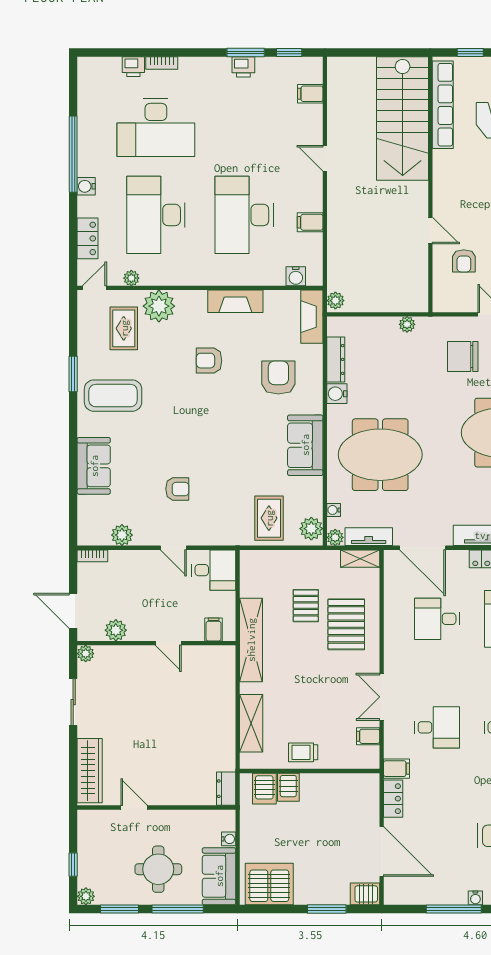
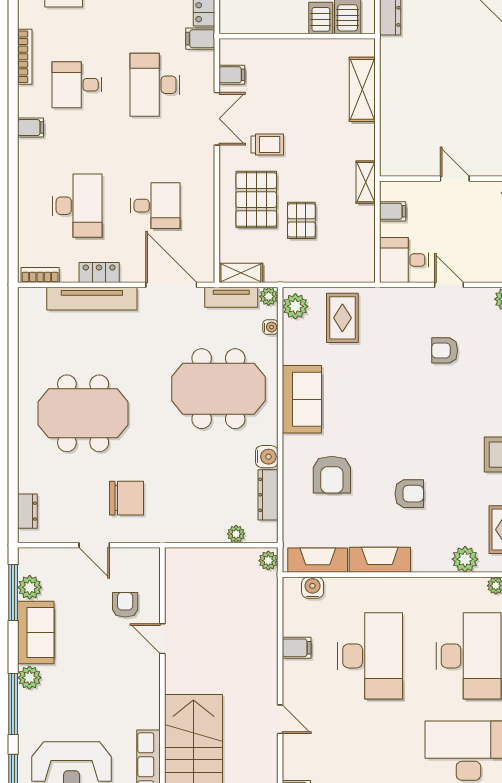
plant: (159, 306) -> (465, 559), width x0.73, depth x0.73
fireplace: (312, 317) -> (318, 560), moved, turned -90
plant: (407, 324) -> (236, 534), moved
filing cabinet: (214, 629) -> (393, 211), moved, turned -90
shelving: (251, 640) -> (366, 182), width x0.45, depth x0.75
desk: (437, 727) -> (155, 85), width x1.37
trolley: (303, 752) -> (267, 144), moved

